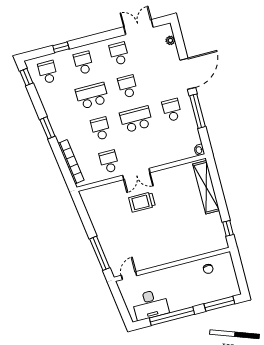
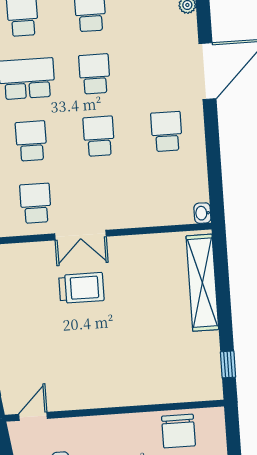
window: (197, 111) -> (212, 142), removed
school desk: (136, 119) -> (99, 136), width x0.54
trolley: (142, 202) -> (81, 288), turned 180
chair: (208, 269) -> (178, 431), width x1.87, depth x1.87

